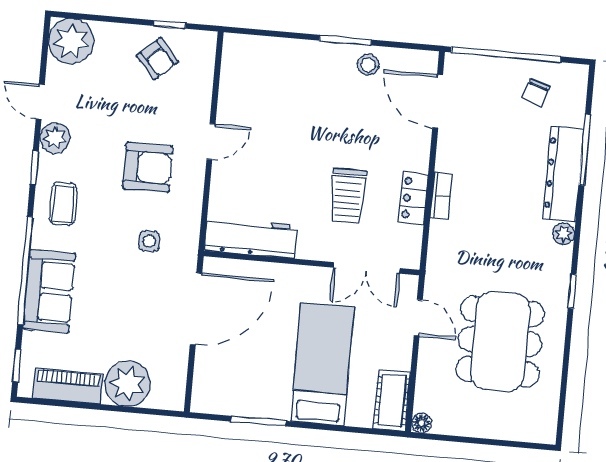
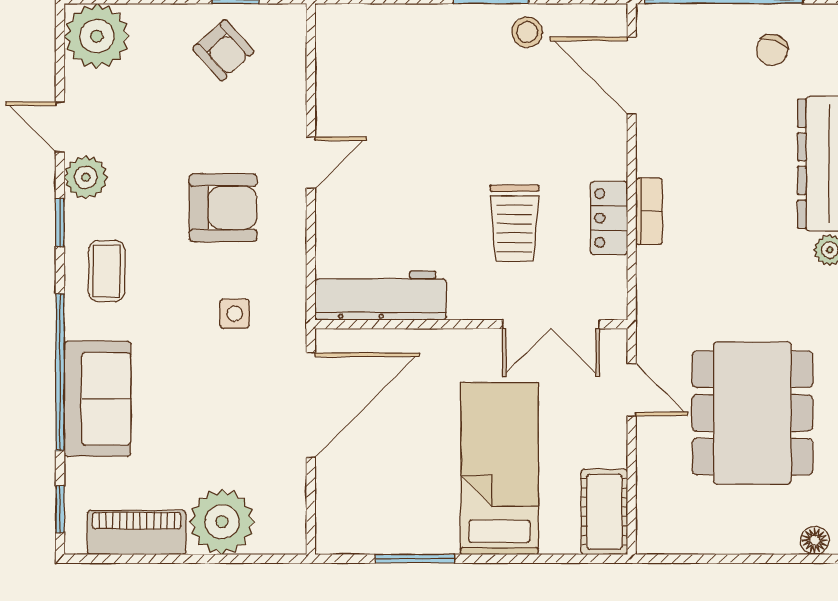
floor lamp: (422, 423) -> (815, 540), moved

